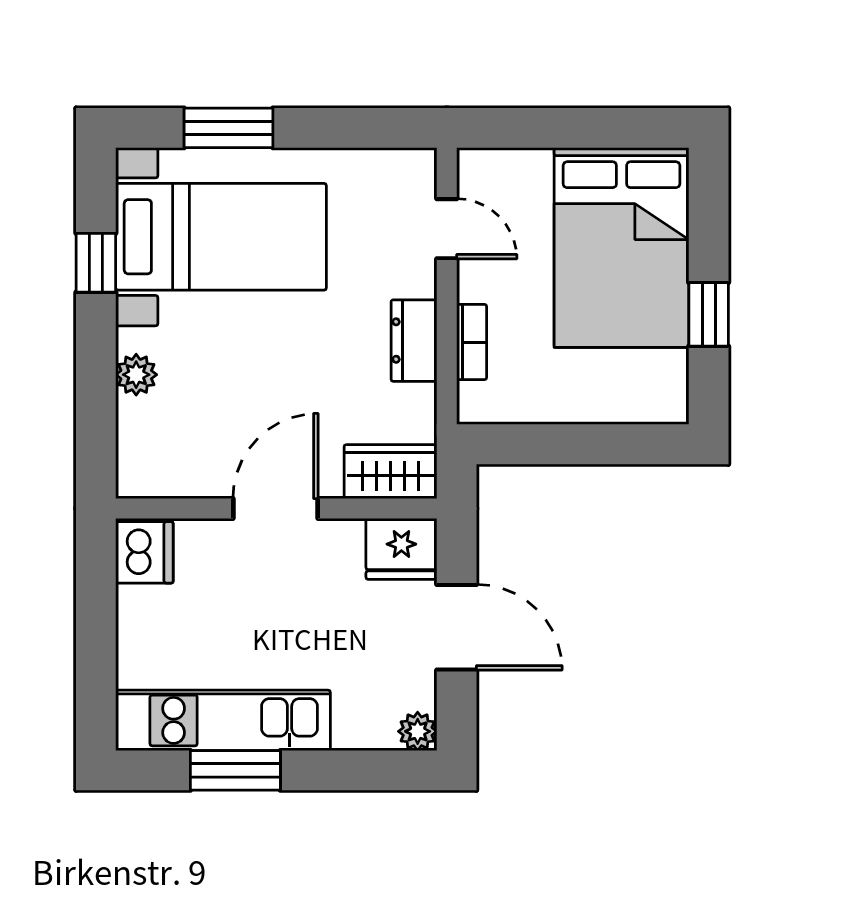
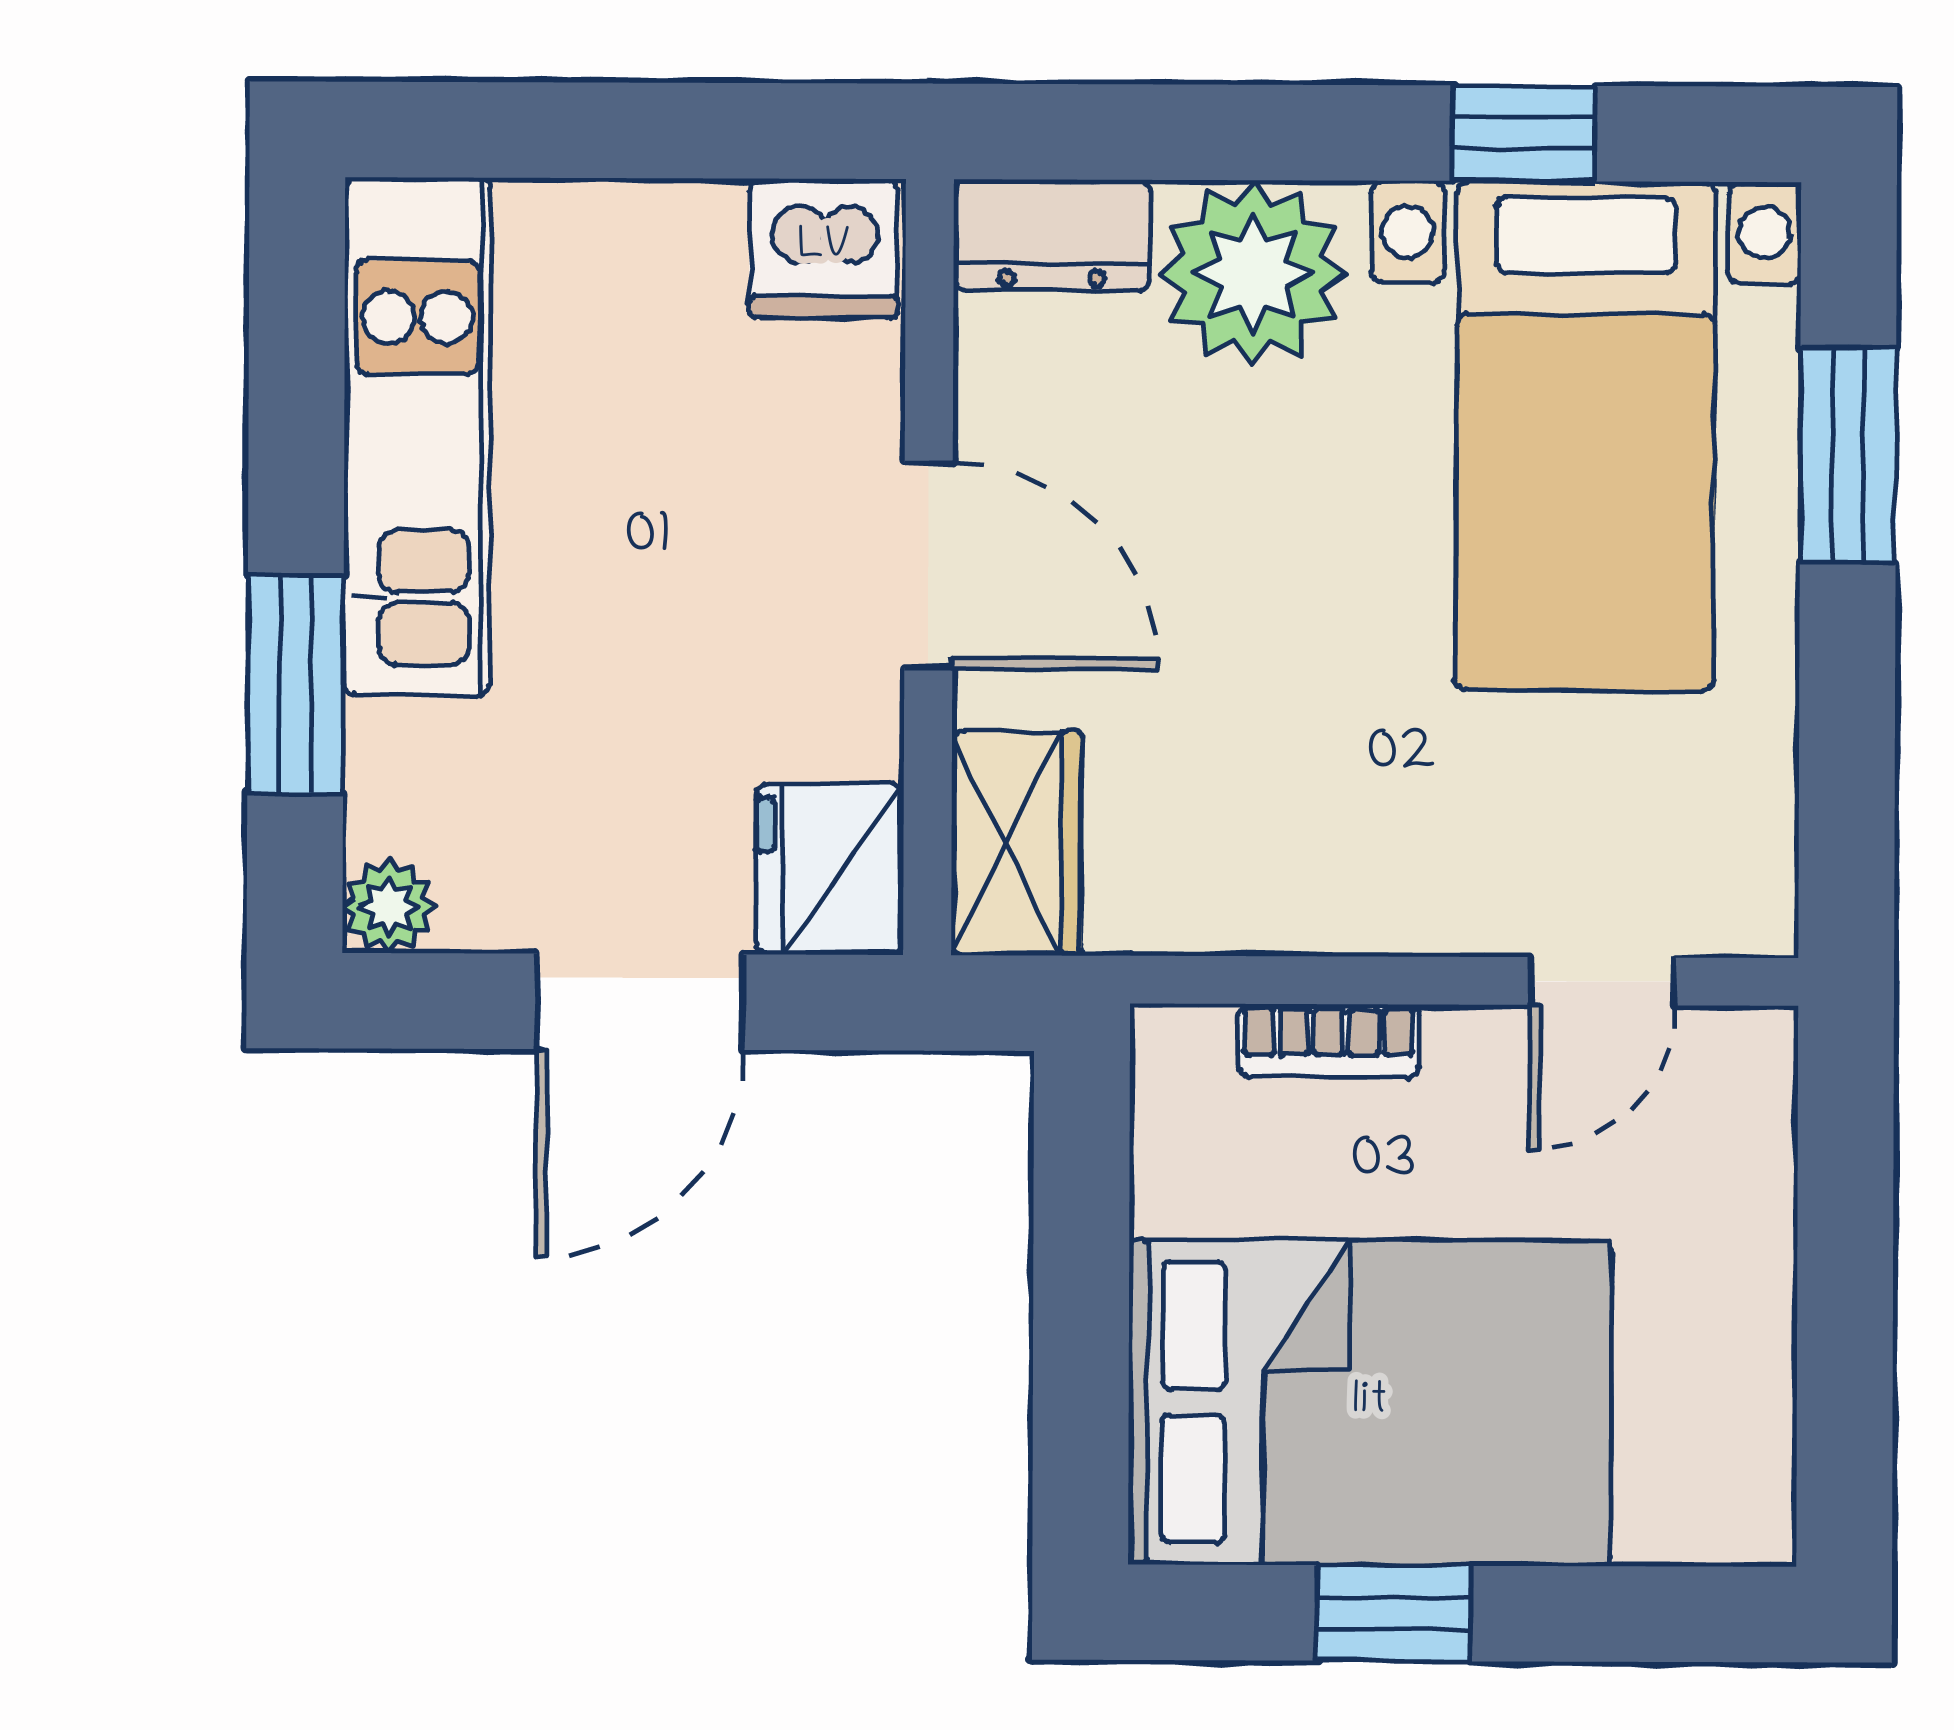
bed: (622, 248) -> (1370, 1403), moved, turned 180
dresser: (414, 341) -> (1052, 235), moved, turned 180
plant: (136, 375) -> (1253, 273), width x1.88, depth x1.88
window: (235, 770) -> (295, 684), moved

